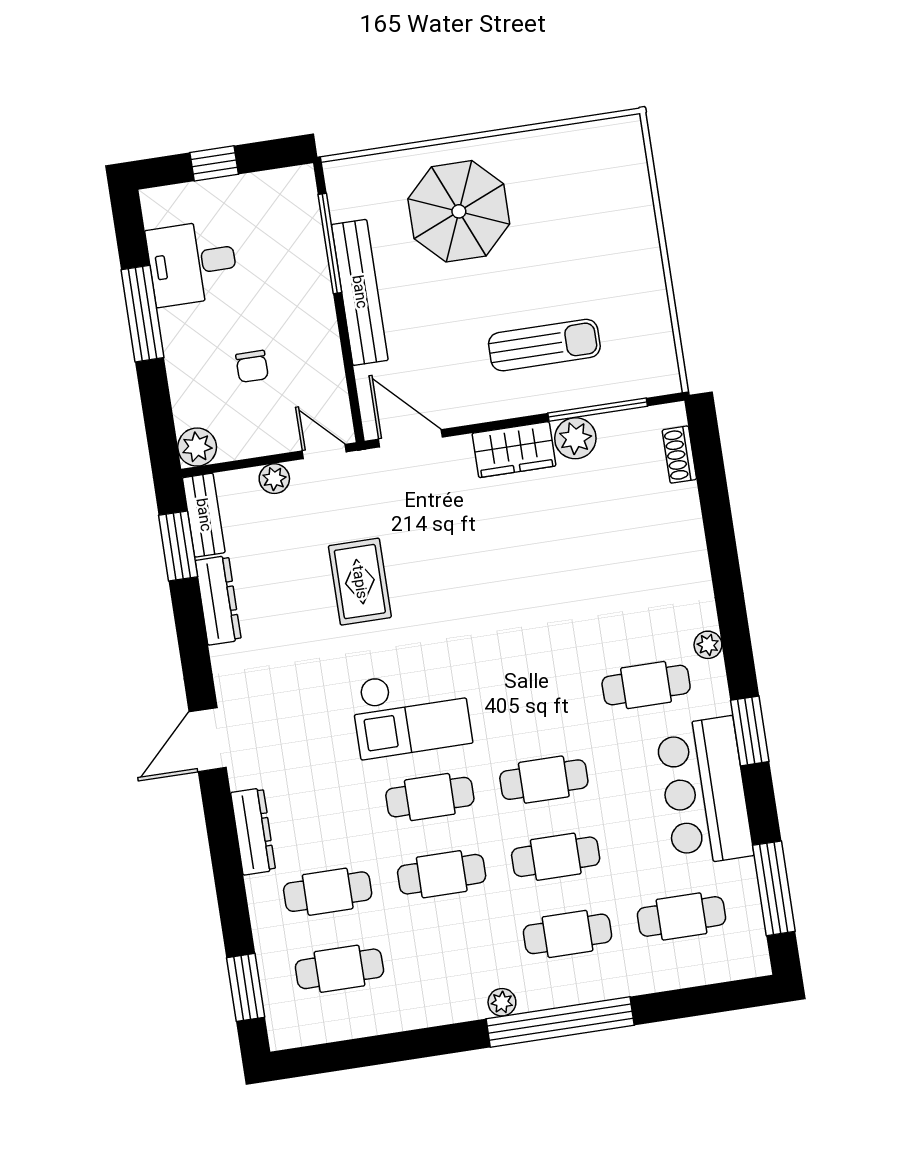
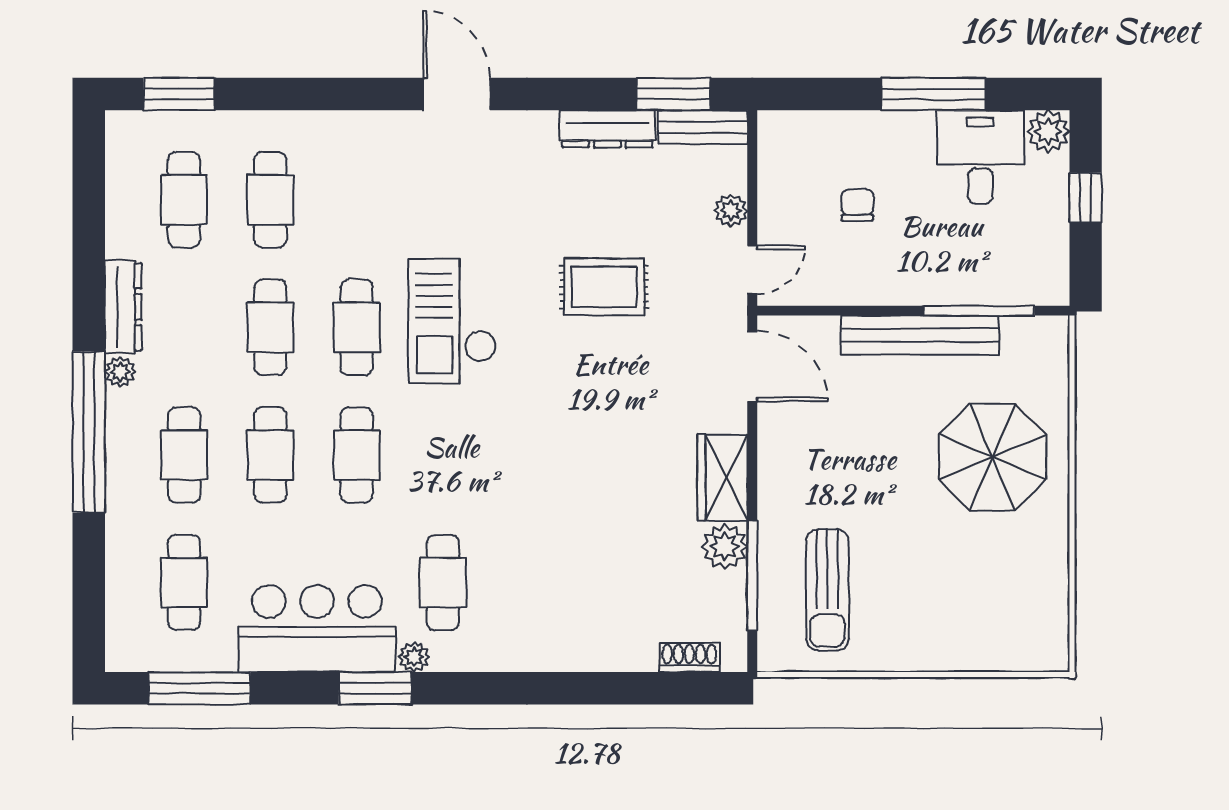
sun lounger: (544, 345) -> (827, 590), moved
chair: (252, 366) -> (857, 205), turned 90
door: (410, 438) -> (752, 366), hinge flipped
plant: (197, 447) -> (1048, 131), moved
plant: (708, 645) -> (414, 657), moved
dresser: (253, 831) -> (123, 307), moved, turned -90

